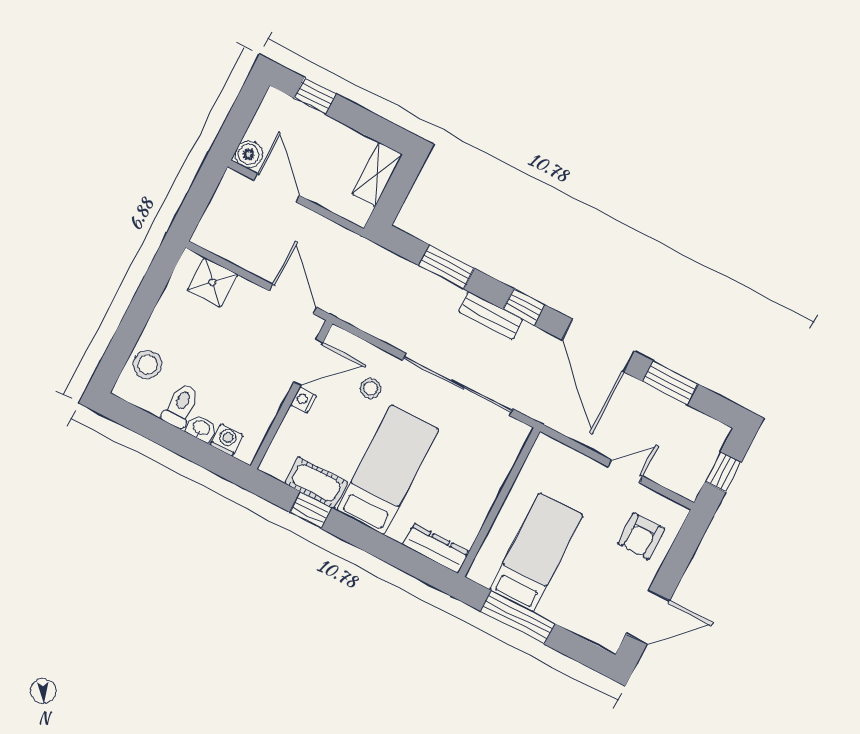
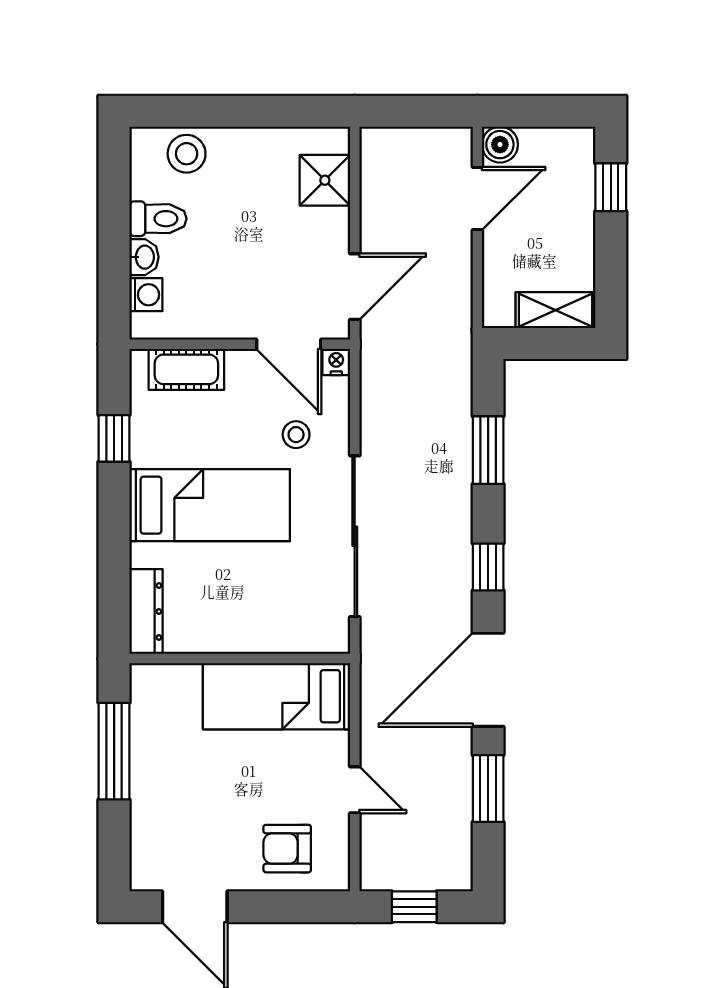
bench: (491, 316) -> (457, 533), removed
nightstand: (304, 400) -> (336, 362), moved
cot: (316, 483) -> (186, 369), moved, turned 90
bed: (536, 552) -> (277, 696), moved, turned 180

